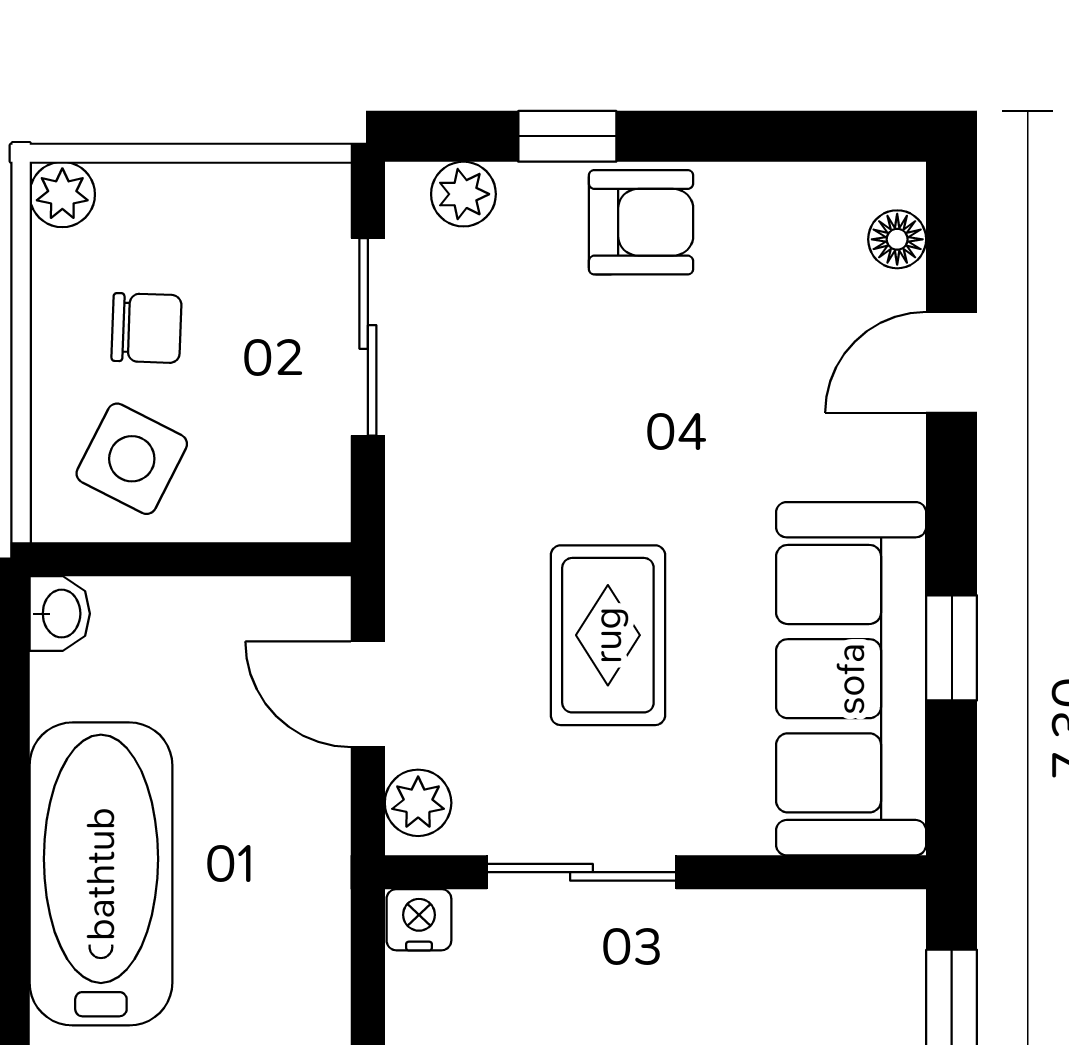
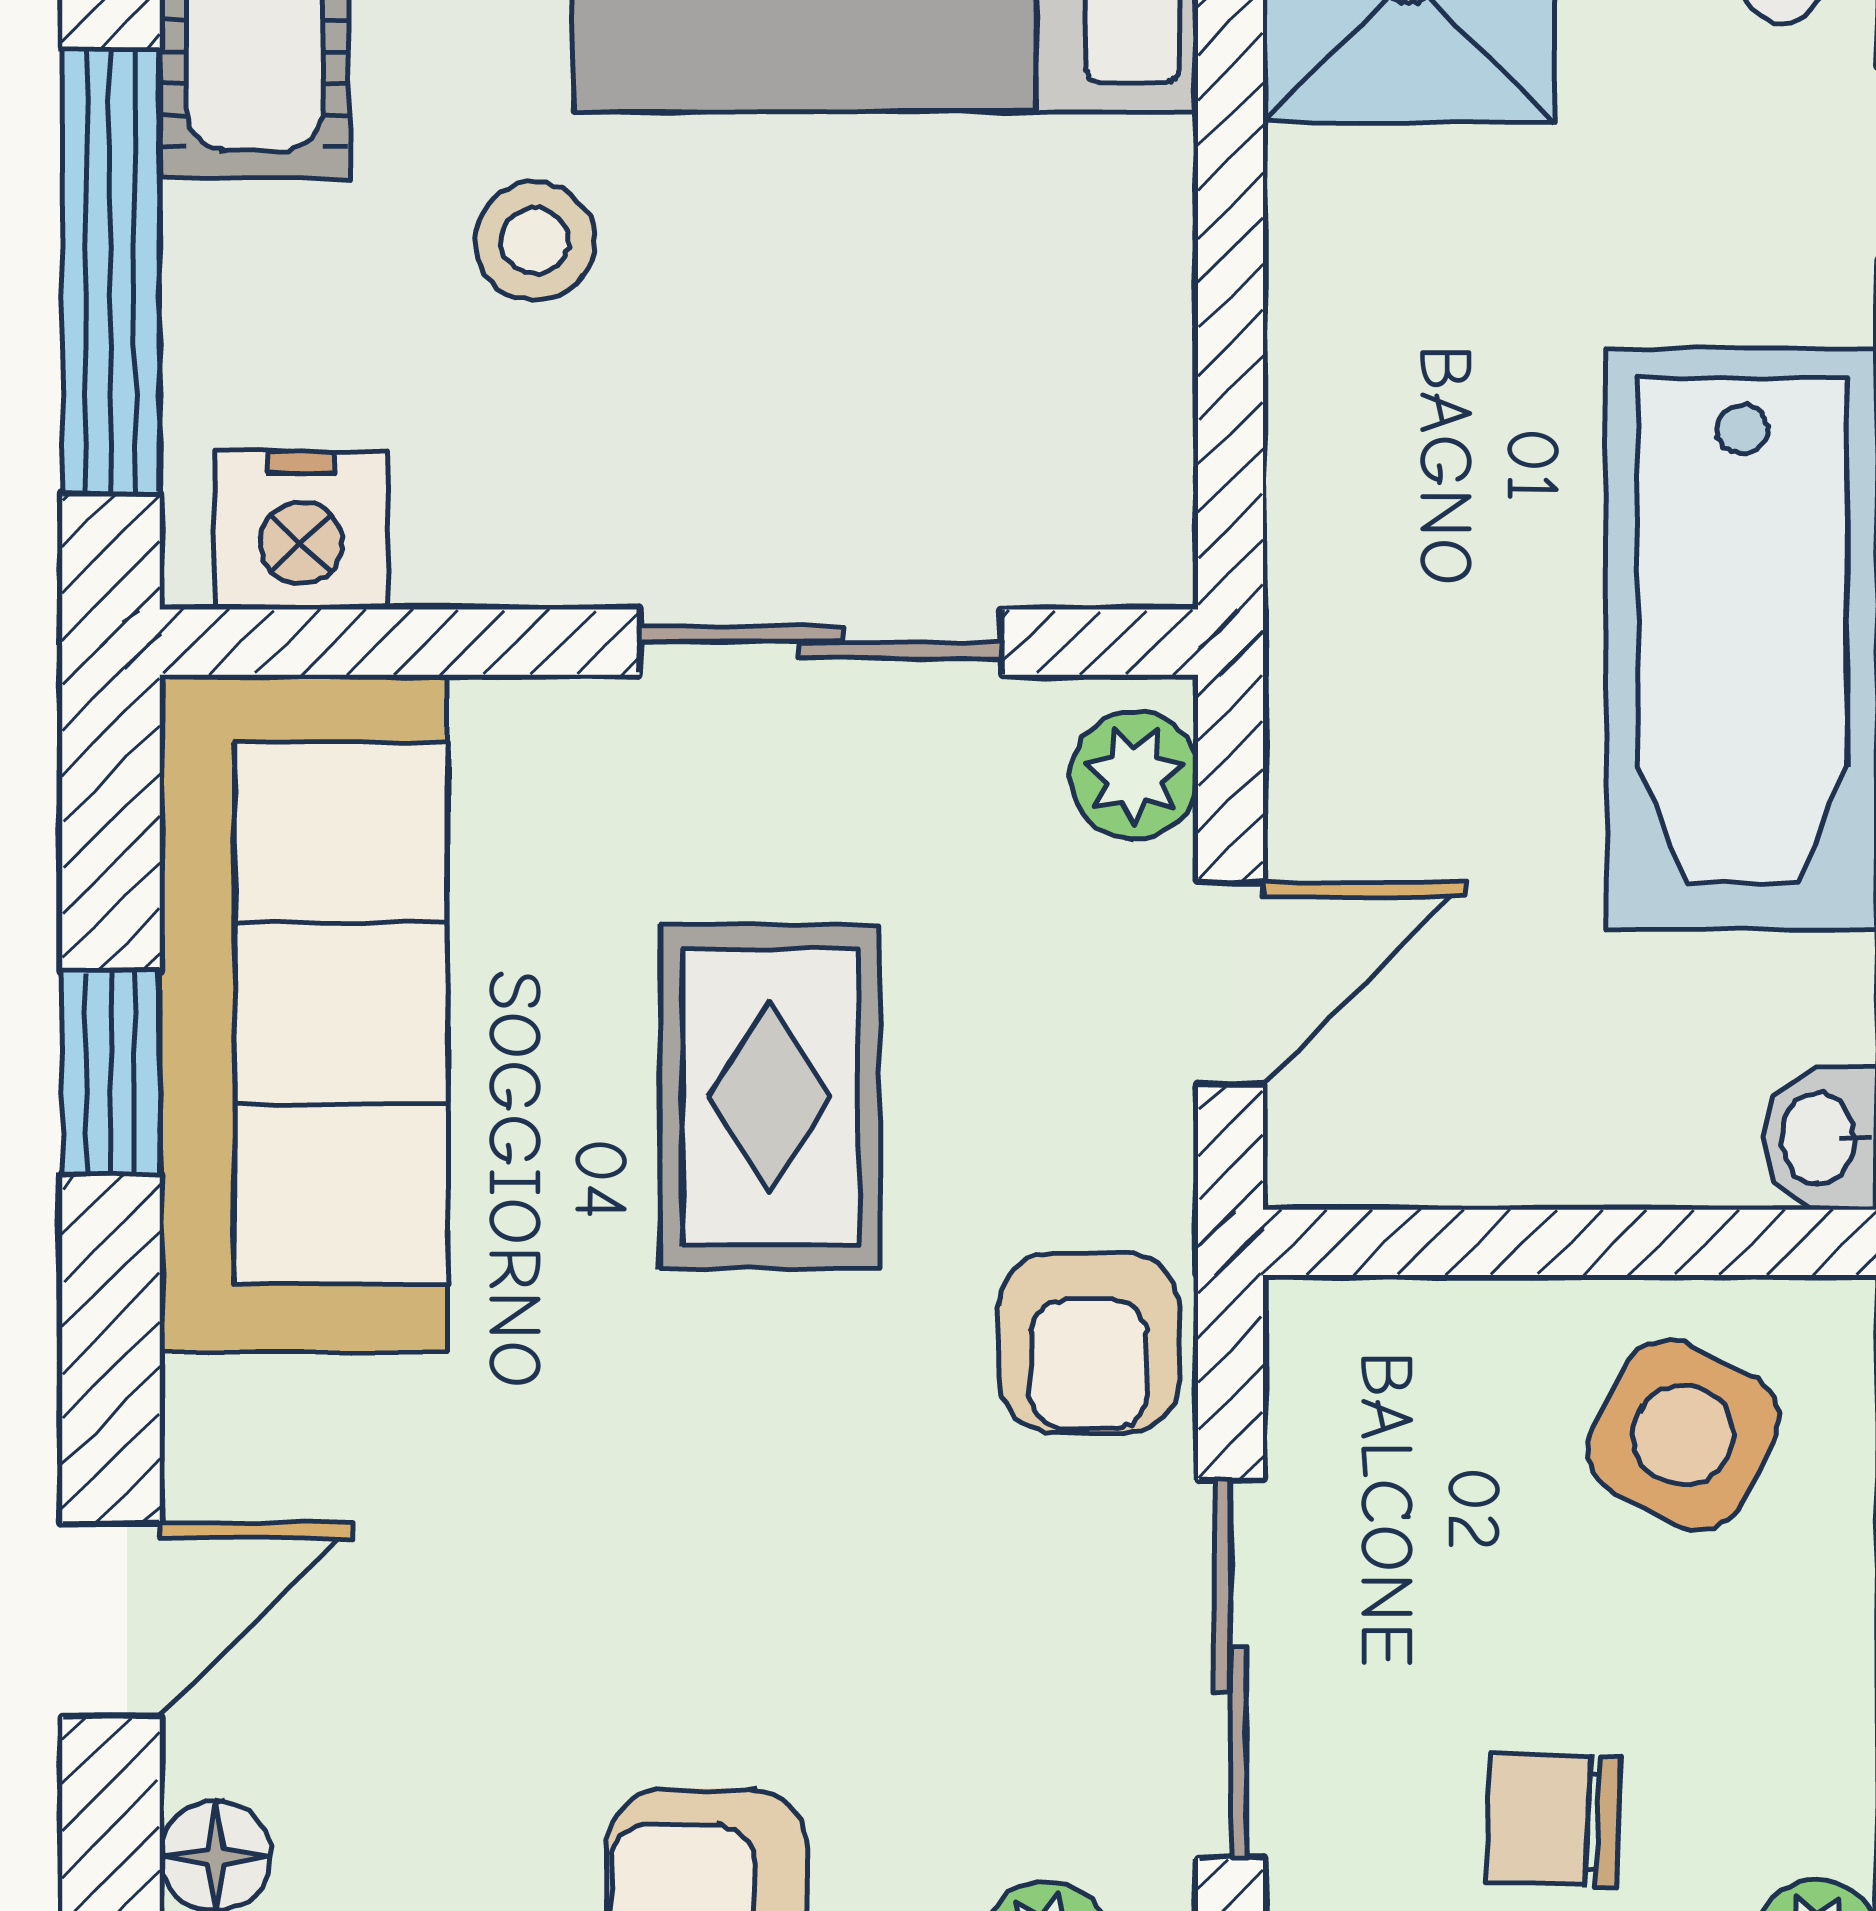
chair: (147, 328) -> (1554, 1820), moved
armchair: (442, 507) -> (1089, 1343), added
door: (368, 694) -> (1230, 983), hinge flipped
nightstand: (419, 920) -> (301, 530), moved, width x1.39, depth x1.35

